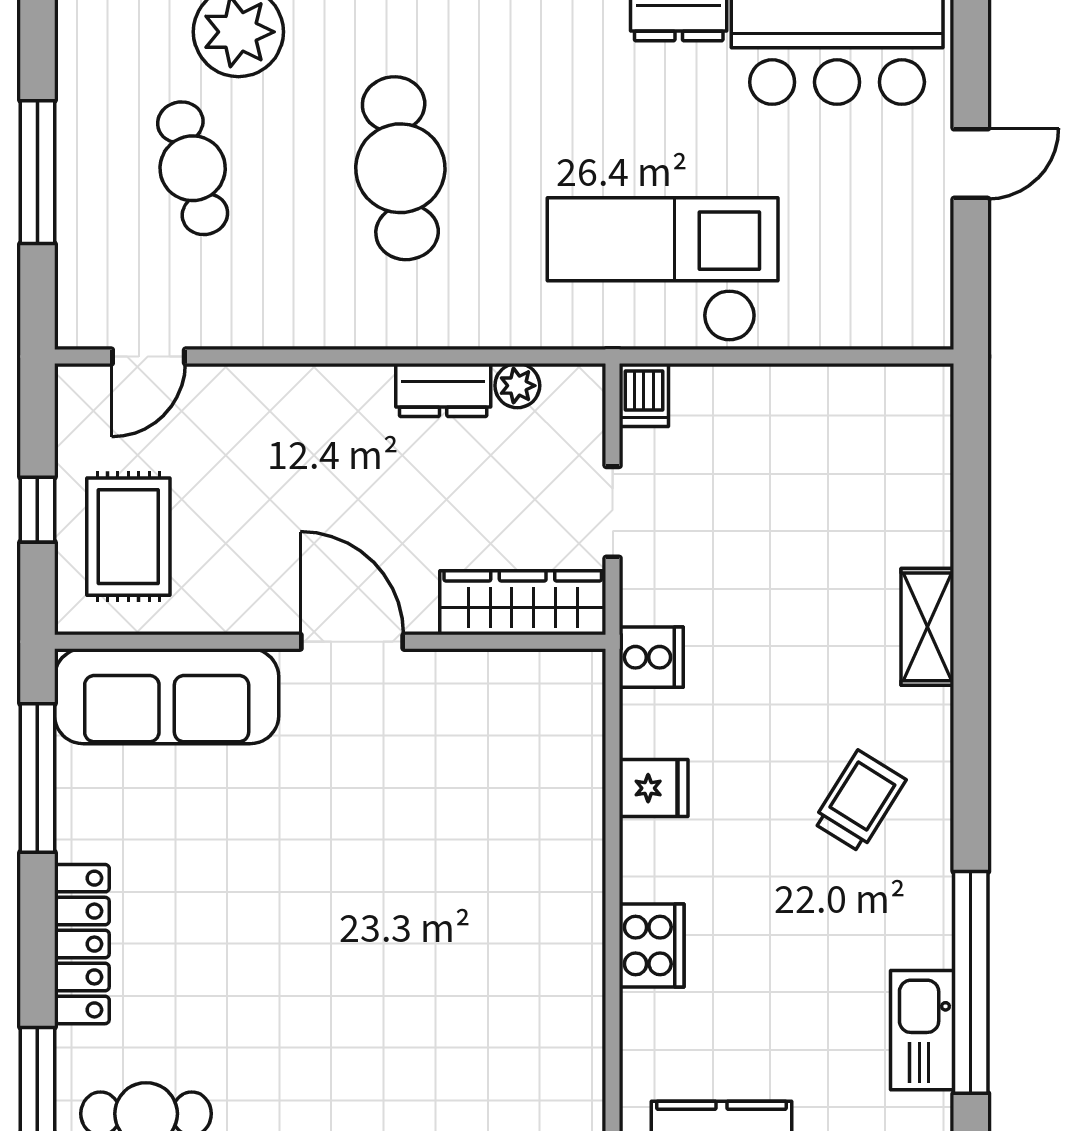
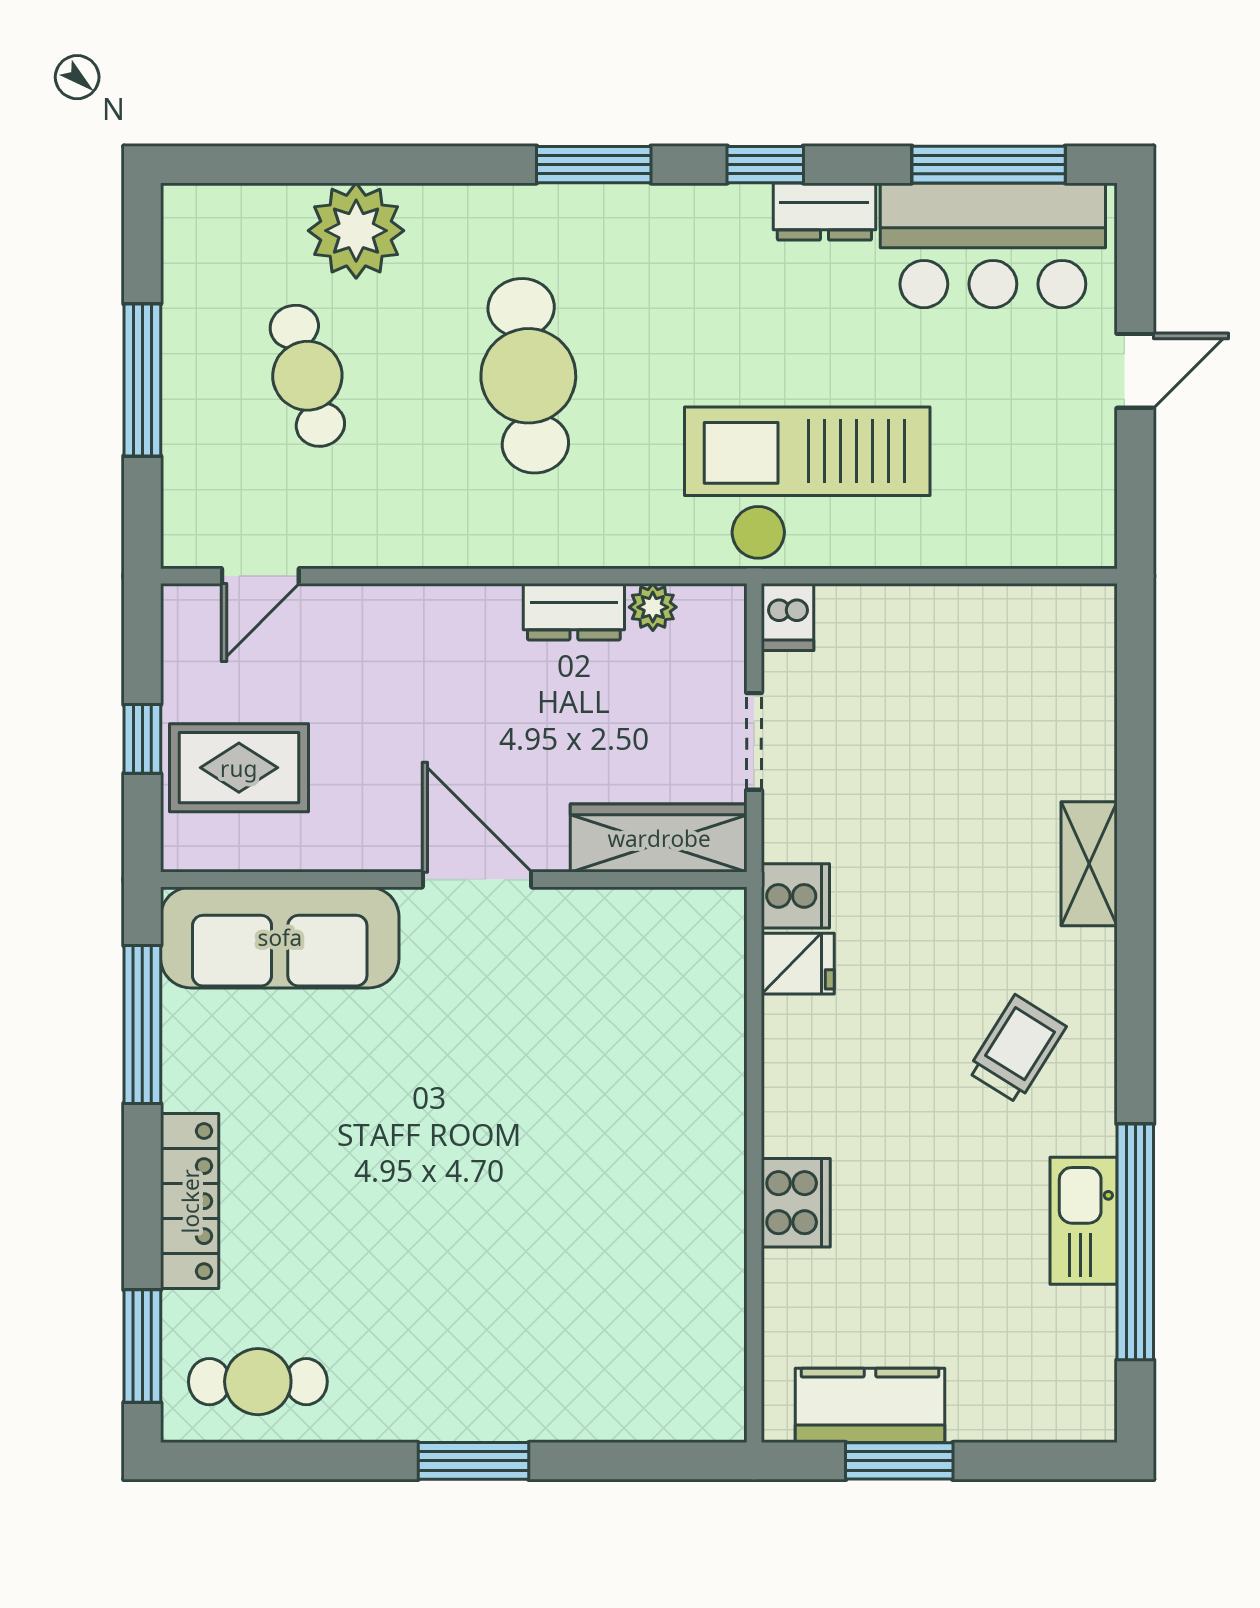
rug: (128, 537) -> (239, 768), turned 90
fridge: (654, 788) -> (798, 964), moved
kitchen sink: (922, 1030) -> (1084, 1221), moved

